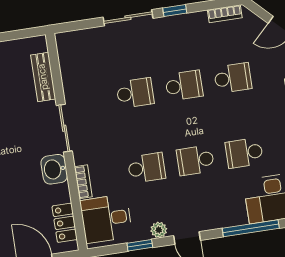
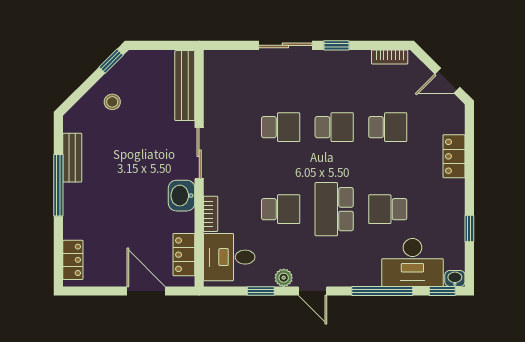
bench: (43, 77) -> (185, 86), width x1.36
school desk: (195, 160) -> (334, 209), width x1.85

